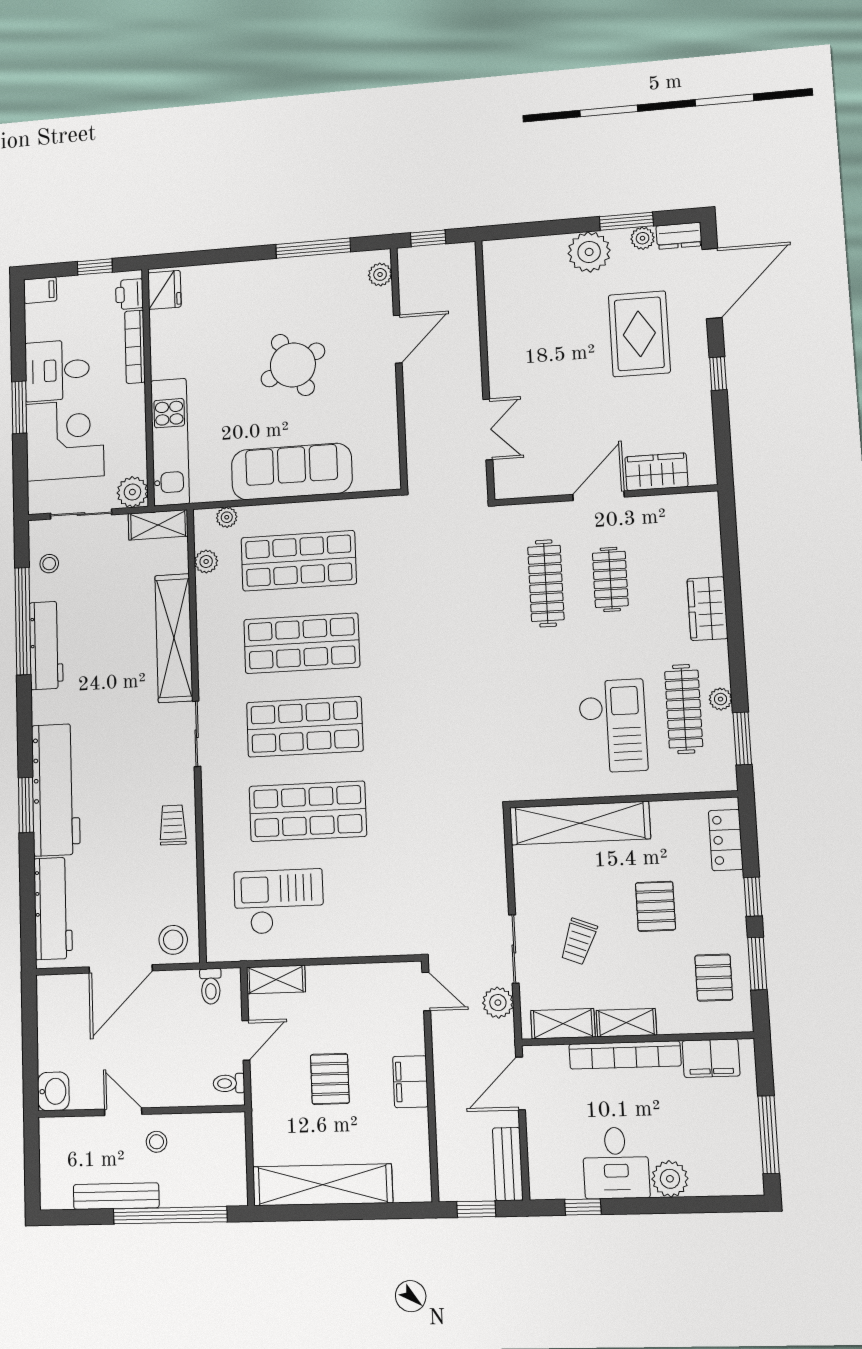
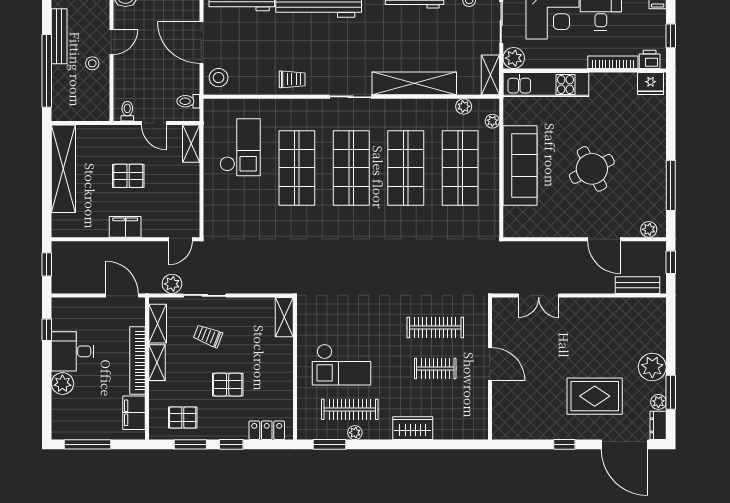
wardrobe: (656, 472) -> (503, 402), removed
shelving: (580, 823) -> (284, 317), width x0.45, depth x0.75
bench: (508, 1164) -> (638, 285), moved

